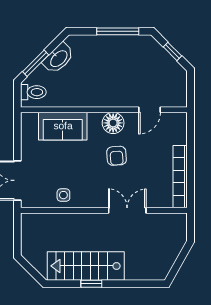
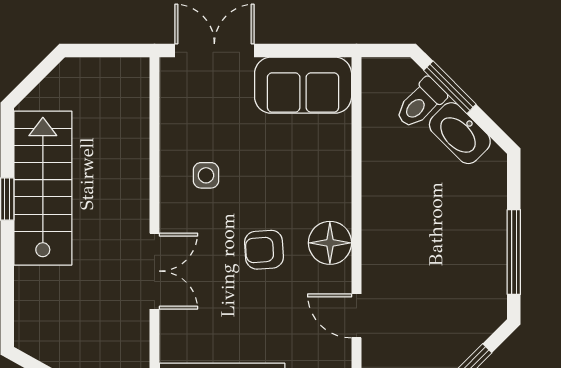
toilet: (33, 92) -> (420, 103), moved, turned 45
sofa: (63, 126) -> (303, 85), moved, turned -90
side table: (63, 195) -> (206, 175), moved

